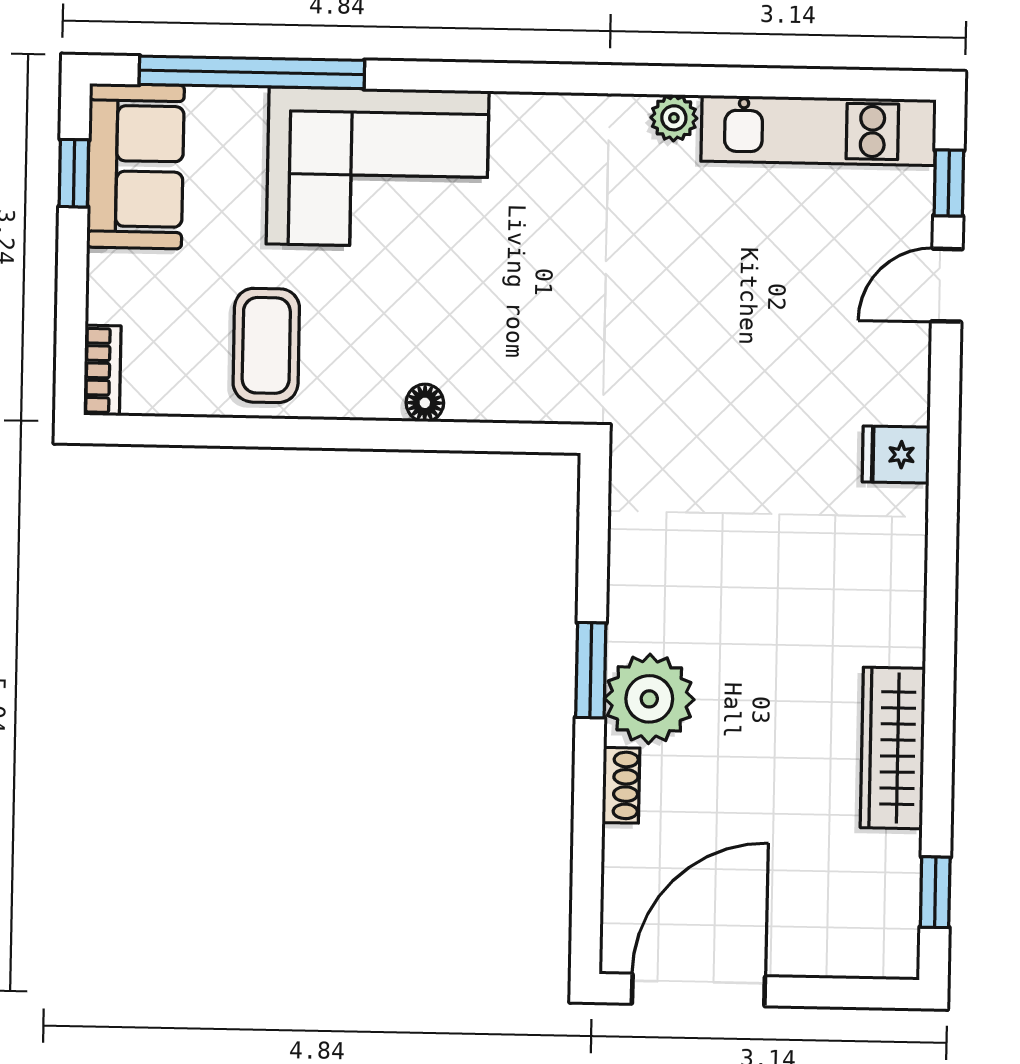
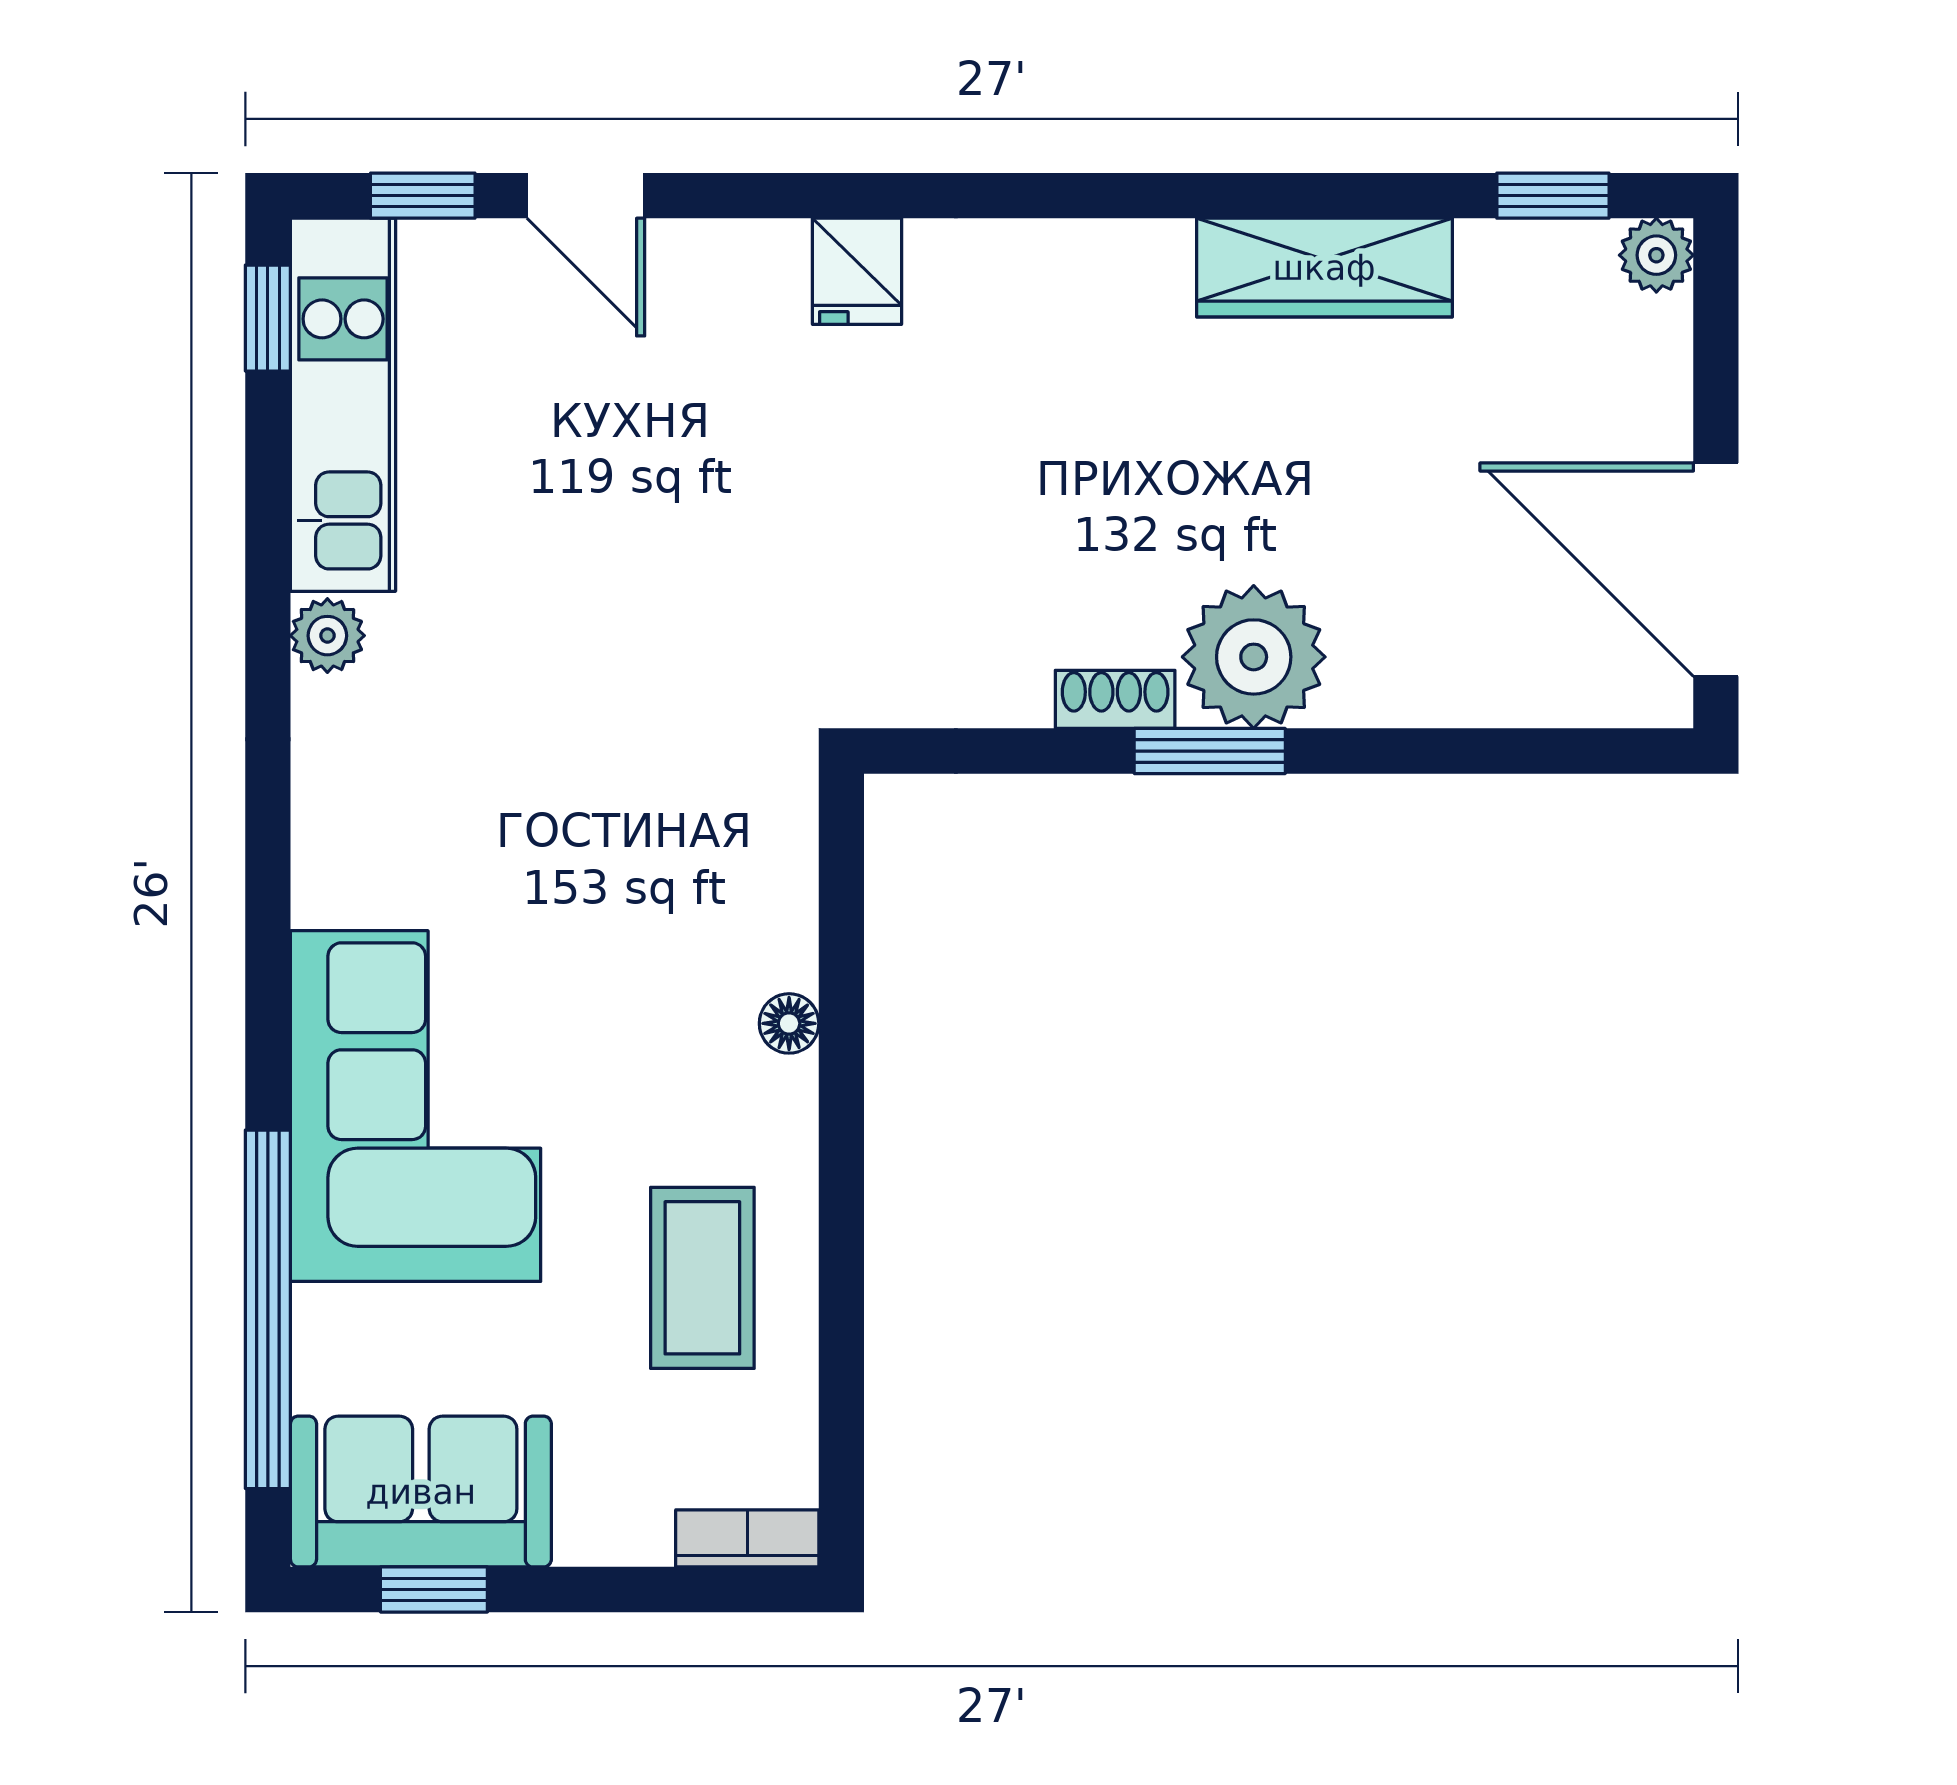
window: (874, 84) -> (268, 318), added
coffee table: (266, 345) -> (702, 1278), turned 90
shoe rack: (621, 785) -> (1115, 699), moved
plant: (897, 956) -> (1656, 255), added

